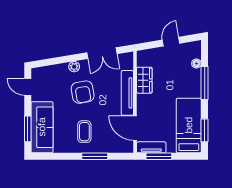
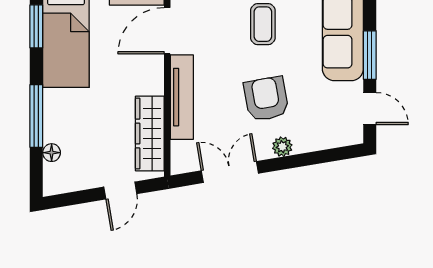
door: (171, 42) -> (120, 190), moved
wardrobe: (144, 80) -> (150, 133), width x1.50
door: (135, 128) -> (167, 31), swing flipped
window: (28, 129) -> (370, 55), moved

